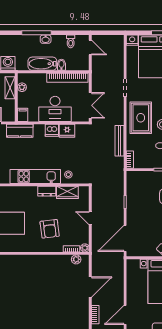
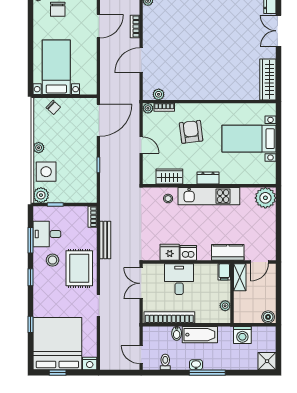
shelving: (10, 88) -> (240, 277), moved
desk: (55, 109) -> (179, 279), width x0.73
dresser: (47, 191) -> (208, 178), moved

